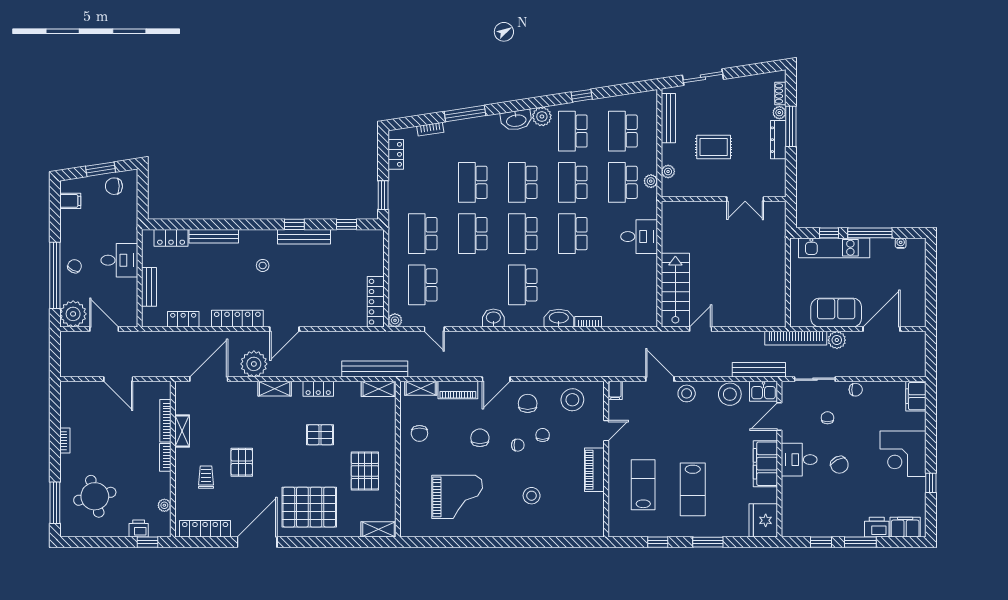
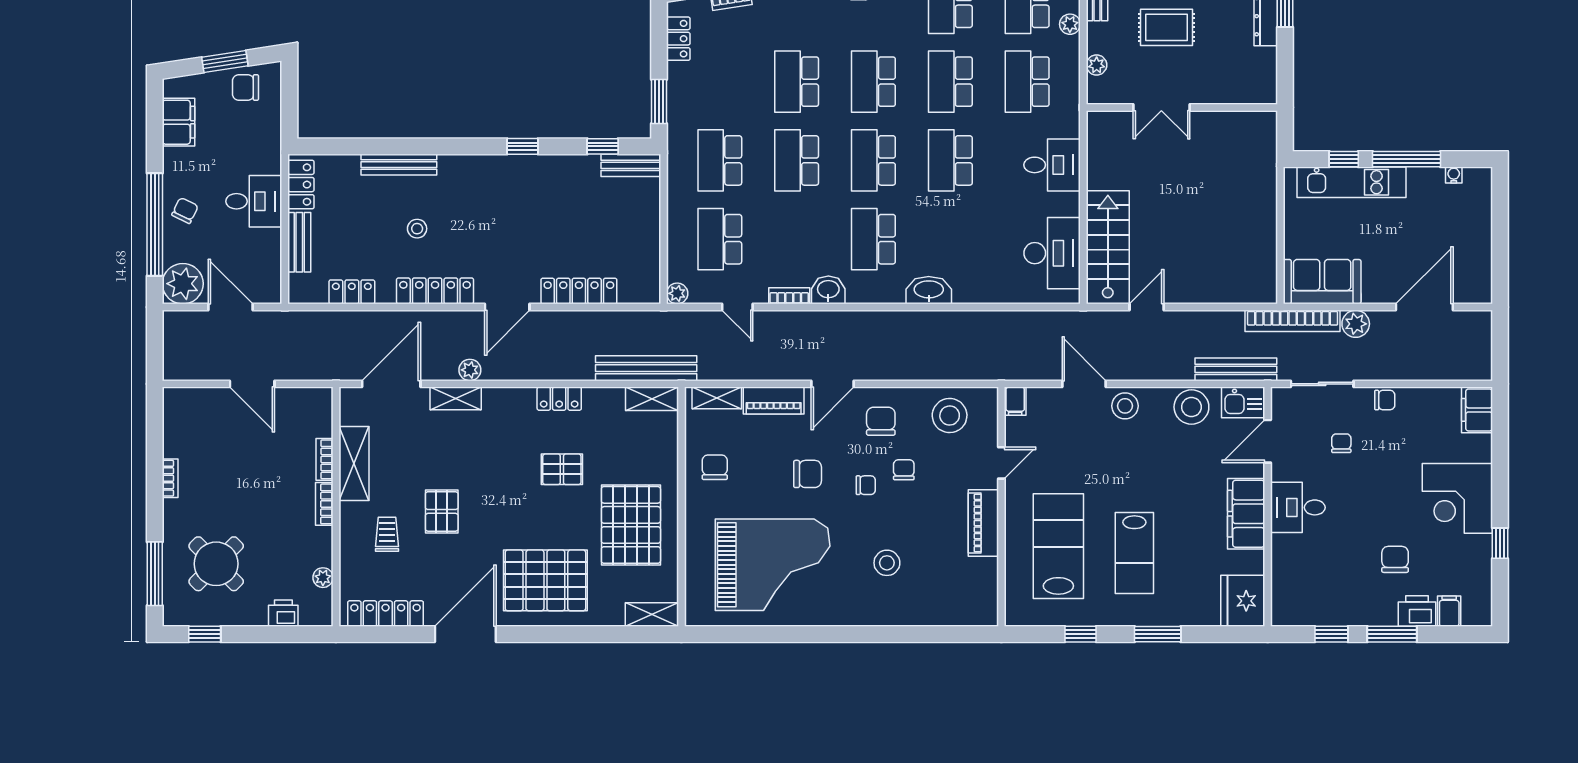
plant: (651, 181) -> (1070, 24), moved
double door: (745, 199) -> (1161, 107), moved
filing cabinet: (70, 201) -> (178, 122), width x2.00
bench: (304, 237) -> (631, 165), moved, width x0.73
locker: (171, 238) -> (301, 185), moved, turned -90
stool: (263, 265) -> (417, 229), moved
desk: (639, 294) -> (1052, 253), added
locker: (376, 302) -> (579, 291), moved, turned 90
sofa: (836, 313) -> (1322, 282), moved
bookcase: (588, 322) -> (789, 296), moved
plant: (254, 364) -> (470, 370), width x0.53, depth x0.53
shelving: (275, 389) -> (456, 398), moved
bookcase: (165, 421) -> (325, 459), width x0.64
shelving: (182, 431) -> (354, 463), width x1.50, depth x1.33
chair: (419, 433) -> (715, 467), turned 180
chair: (480, 438) -> (808, 474), turned 90
chair: (839, 465) -> (1395, 559), moved, turned -153
pallet: (365, 471) -> (631, 525), width x1.37, depth x1.41
lab bench: (643, 485) -> (1058, 546), width x1.36, depth x1.39
round table: (95, 496) -> (216, 564), turned -31
grand piano: (457, 497) -> (773, 565), width x1.37, depth x1.48
filing cabinet: (905, 527) -> (1449, 611), width x0.50
window: (147, 542) -> (205, 634), moved

